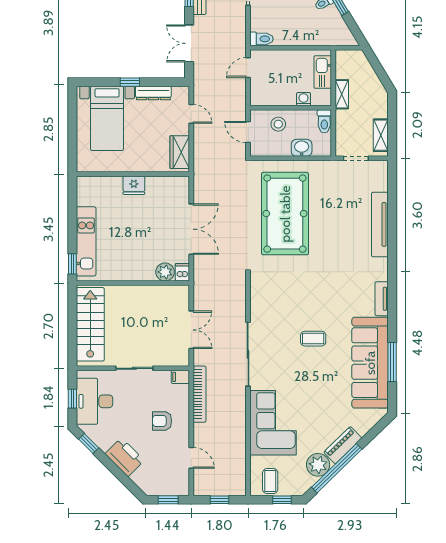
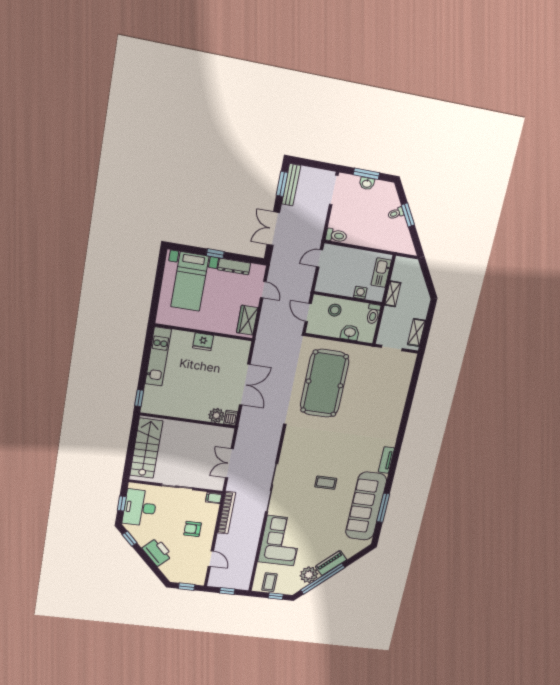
tv unit: (380, 224) -> (399, 403), removed
kitchen unit: (86, 241) -> (158, 356), moved
double door: (191, 330) -> (229, 463), swing flipped

